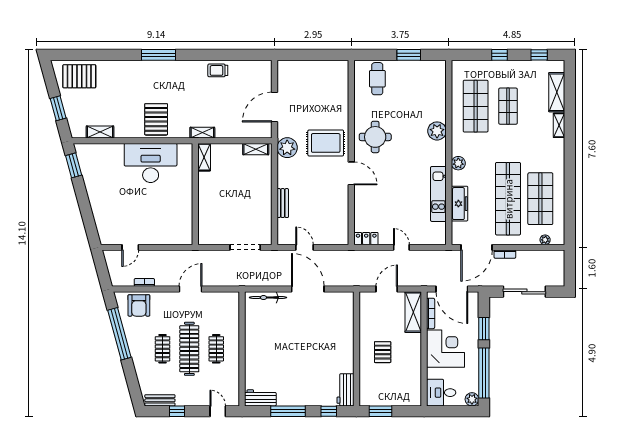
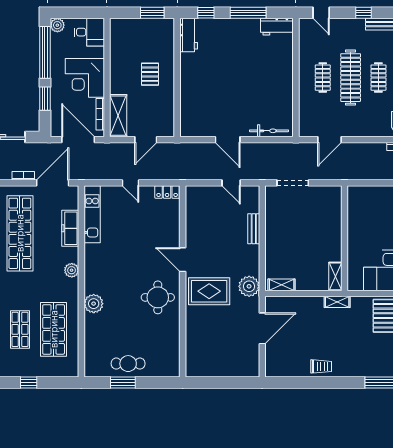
cafe table: (377, 79) -> (128, 364), moved, turned 90
kitchen unit: (438, 194) -> (92, 214), moved
door: (191, 289) -> (329, 140), moved
door: (308, 289) -> (228, 140), width x0.73

